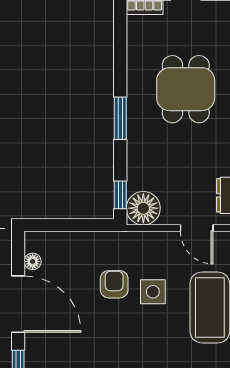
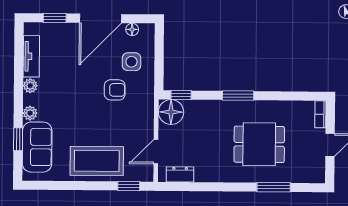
side table: (153, 292) -> (132, 62), moved

